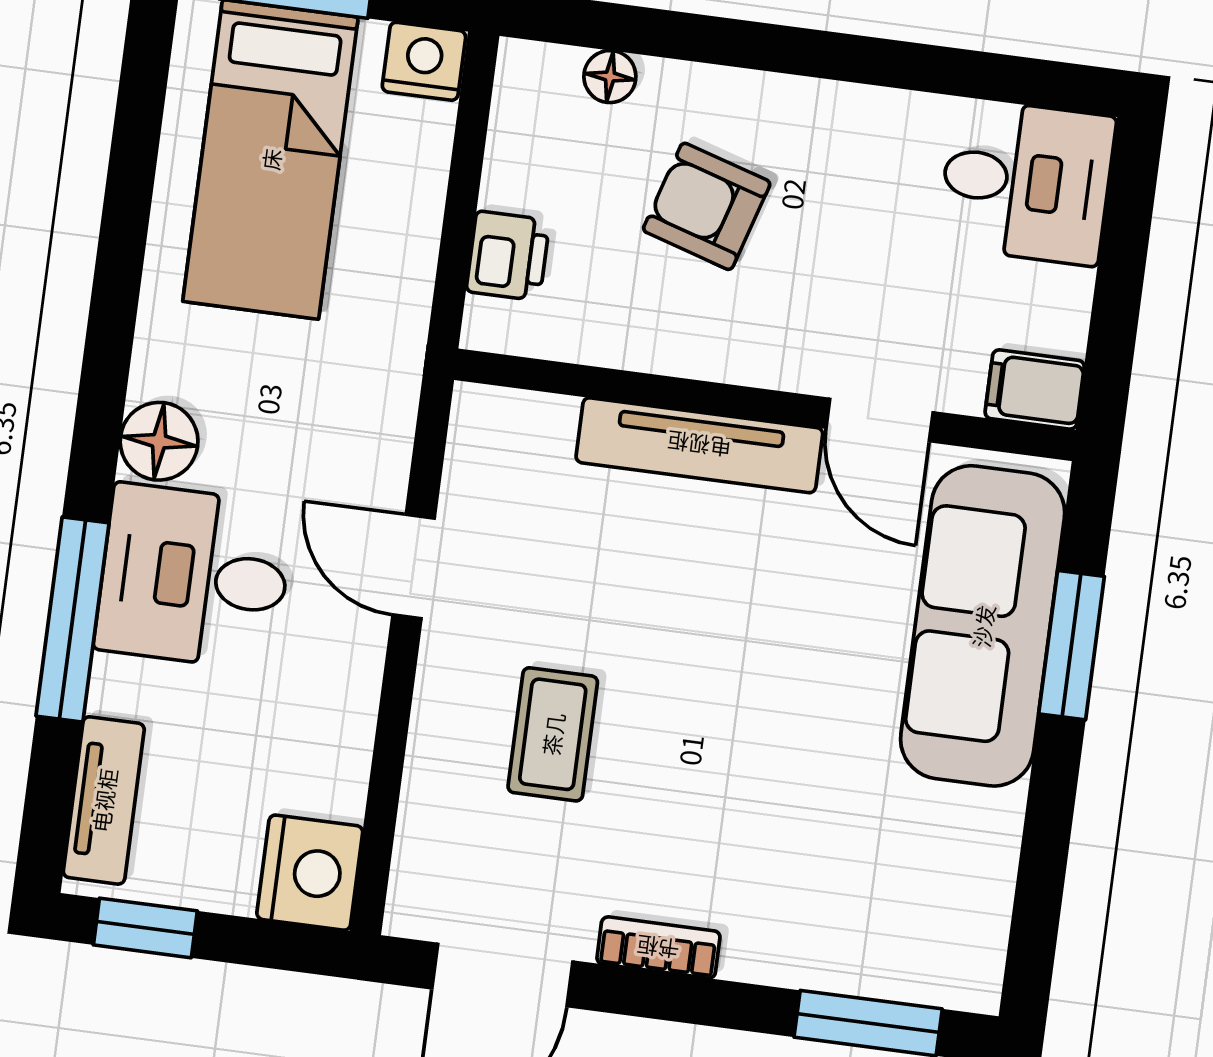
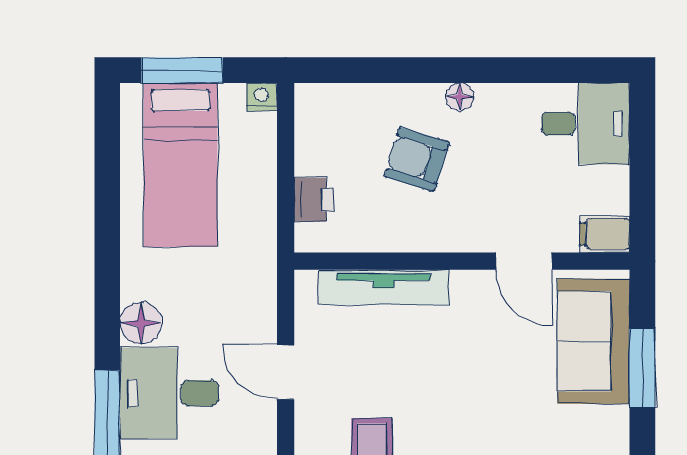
nightstand: (424, 61) -> (261, 97), width x0.72, depth x0.74
floor lamp: (610, 77) -> (460, 97), moved
tv unit: (699, 445) -> (384, 287), moved
sofa: (983, 626) -> (593, 341), width x0.73

